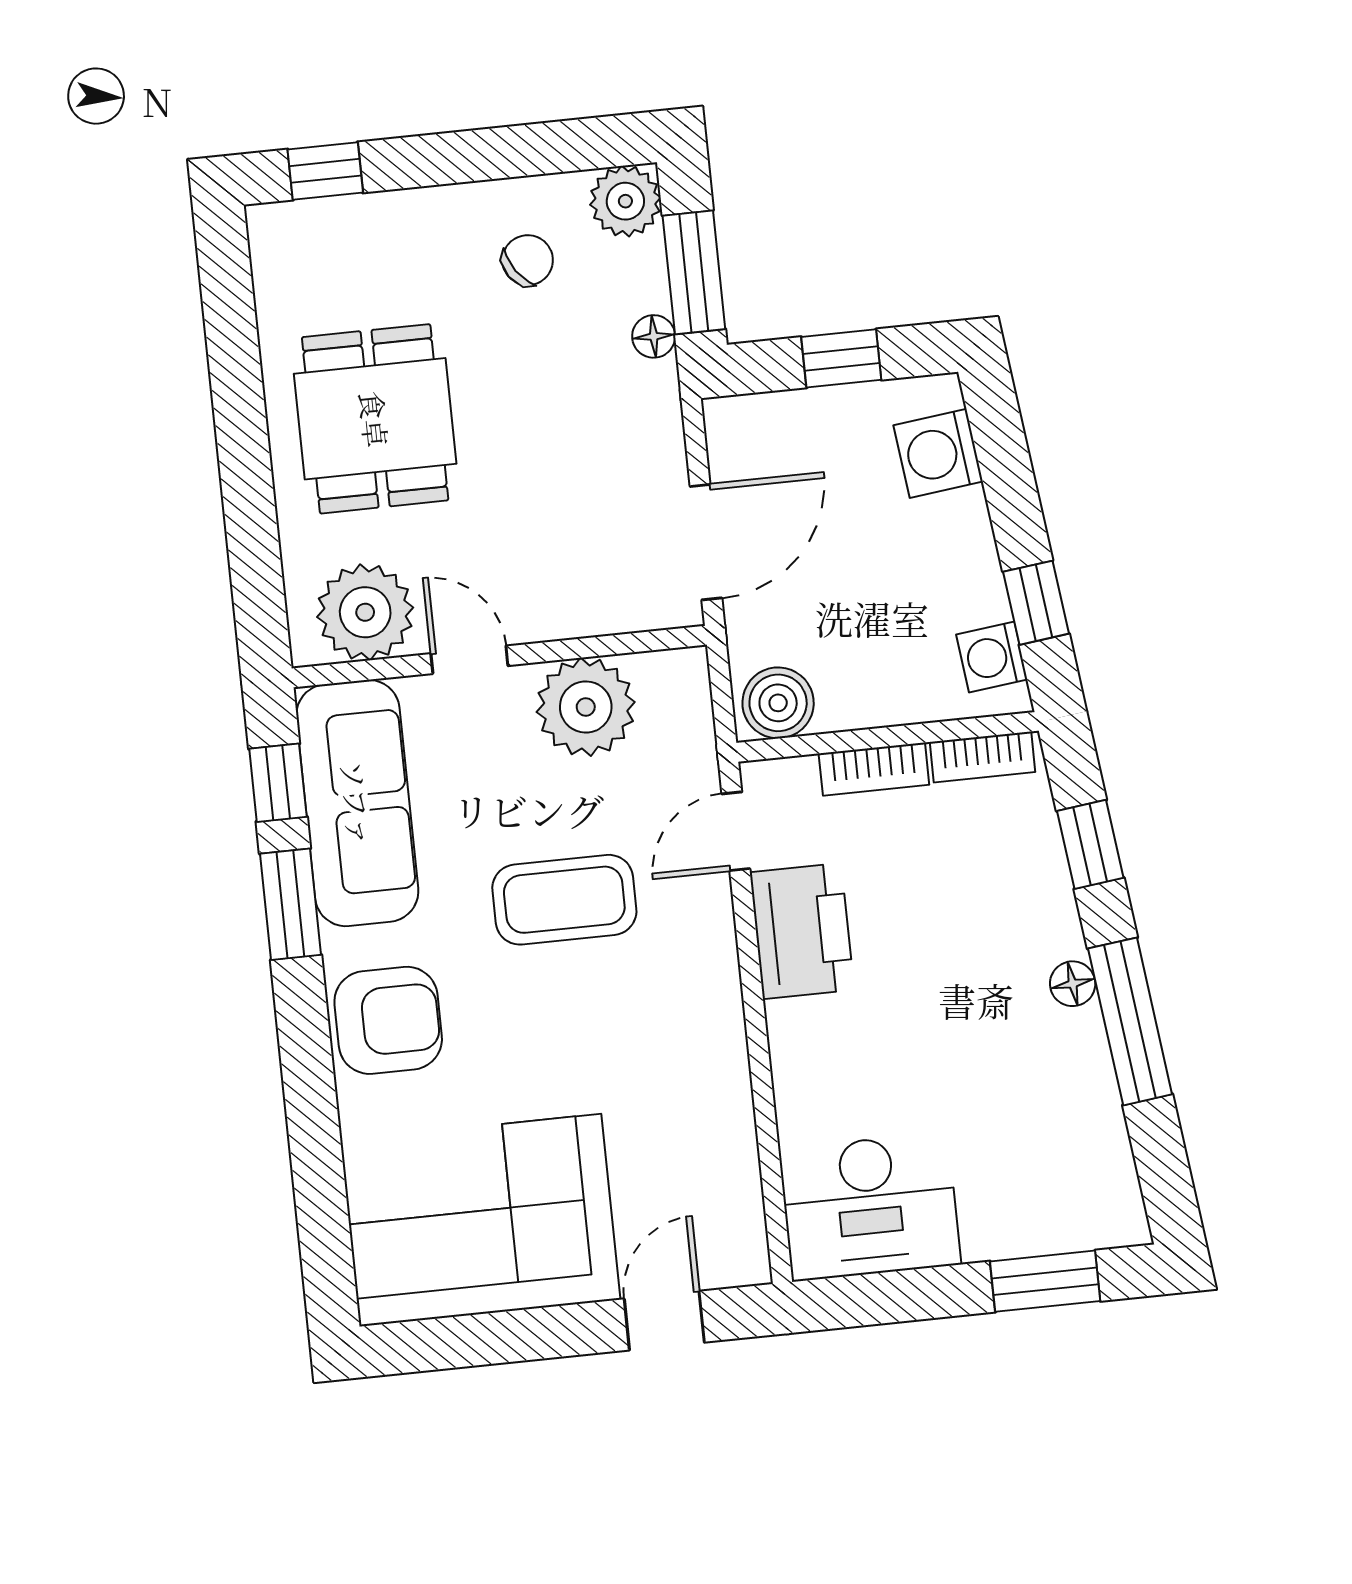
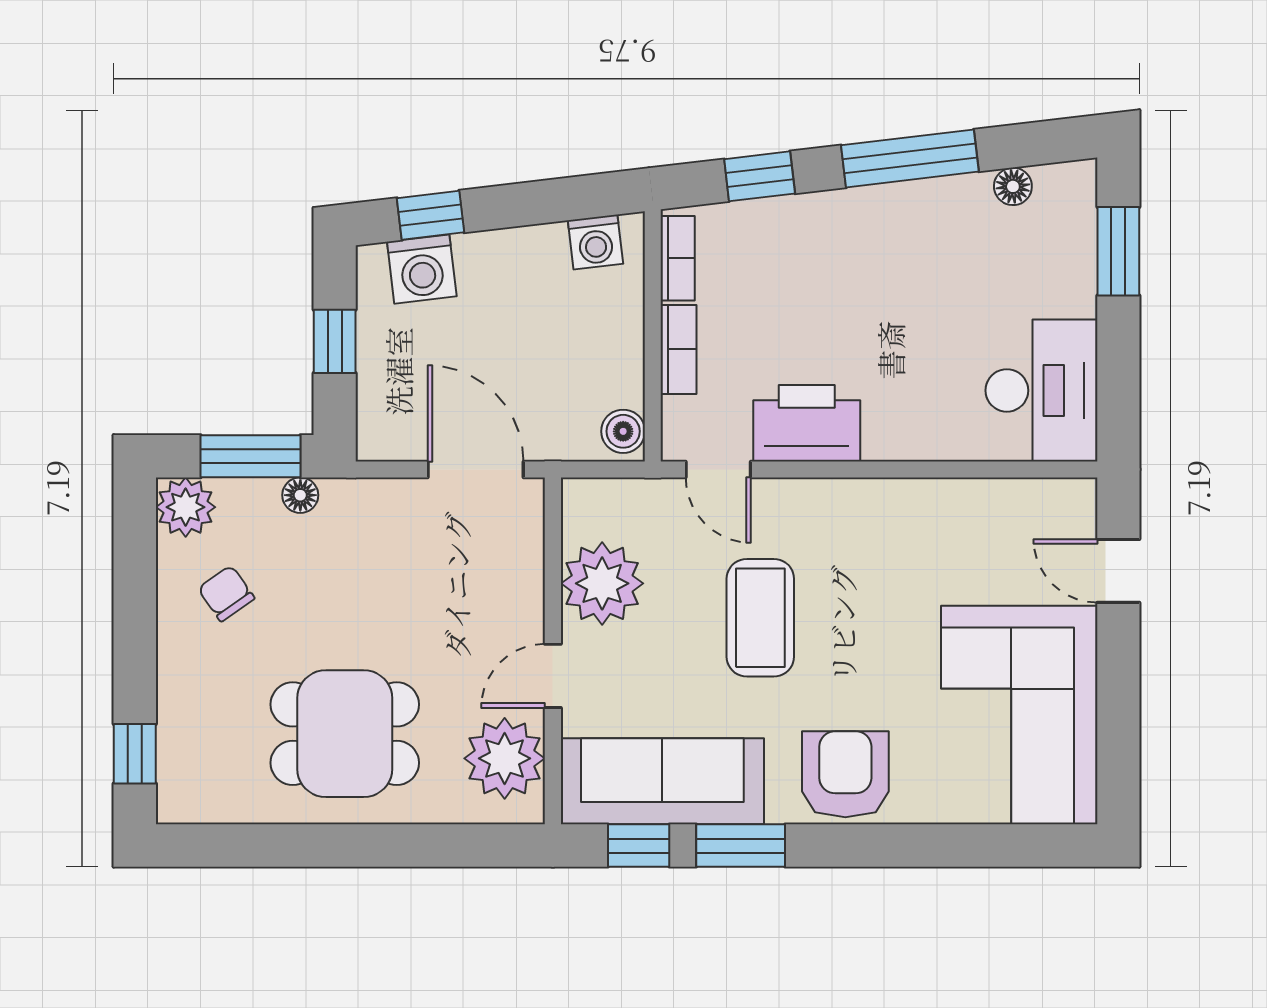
window: (1036, 603) -> (430, 215), moved
boiler: (778, 703) -> (623, 431), width x0.73, depth x0.73
floor lamp: (1073, 984) -> (1013, 186), moved

